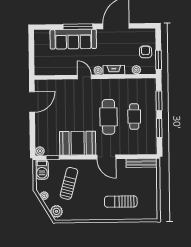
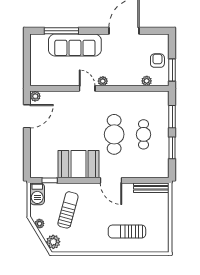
window: (78, 27) -> (61, 31), moved
fireplace: (114, 70) -> (121, 81), removed
plant: (40, 151) -> (35, 96), moved

